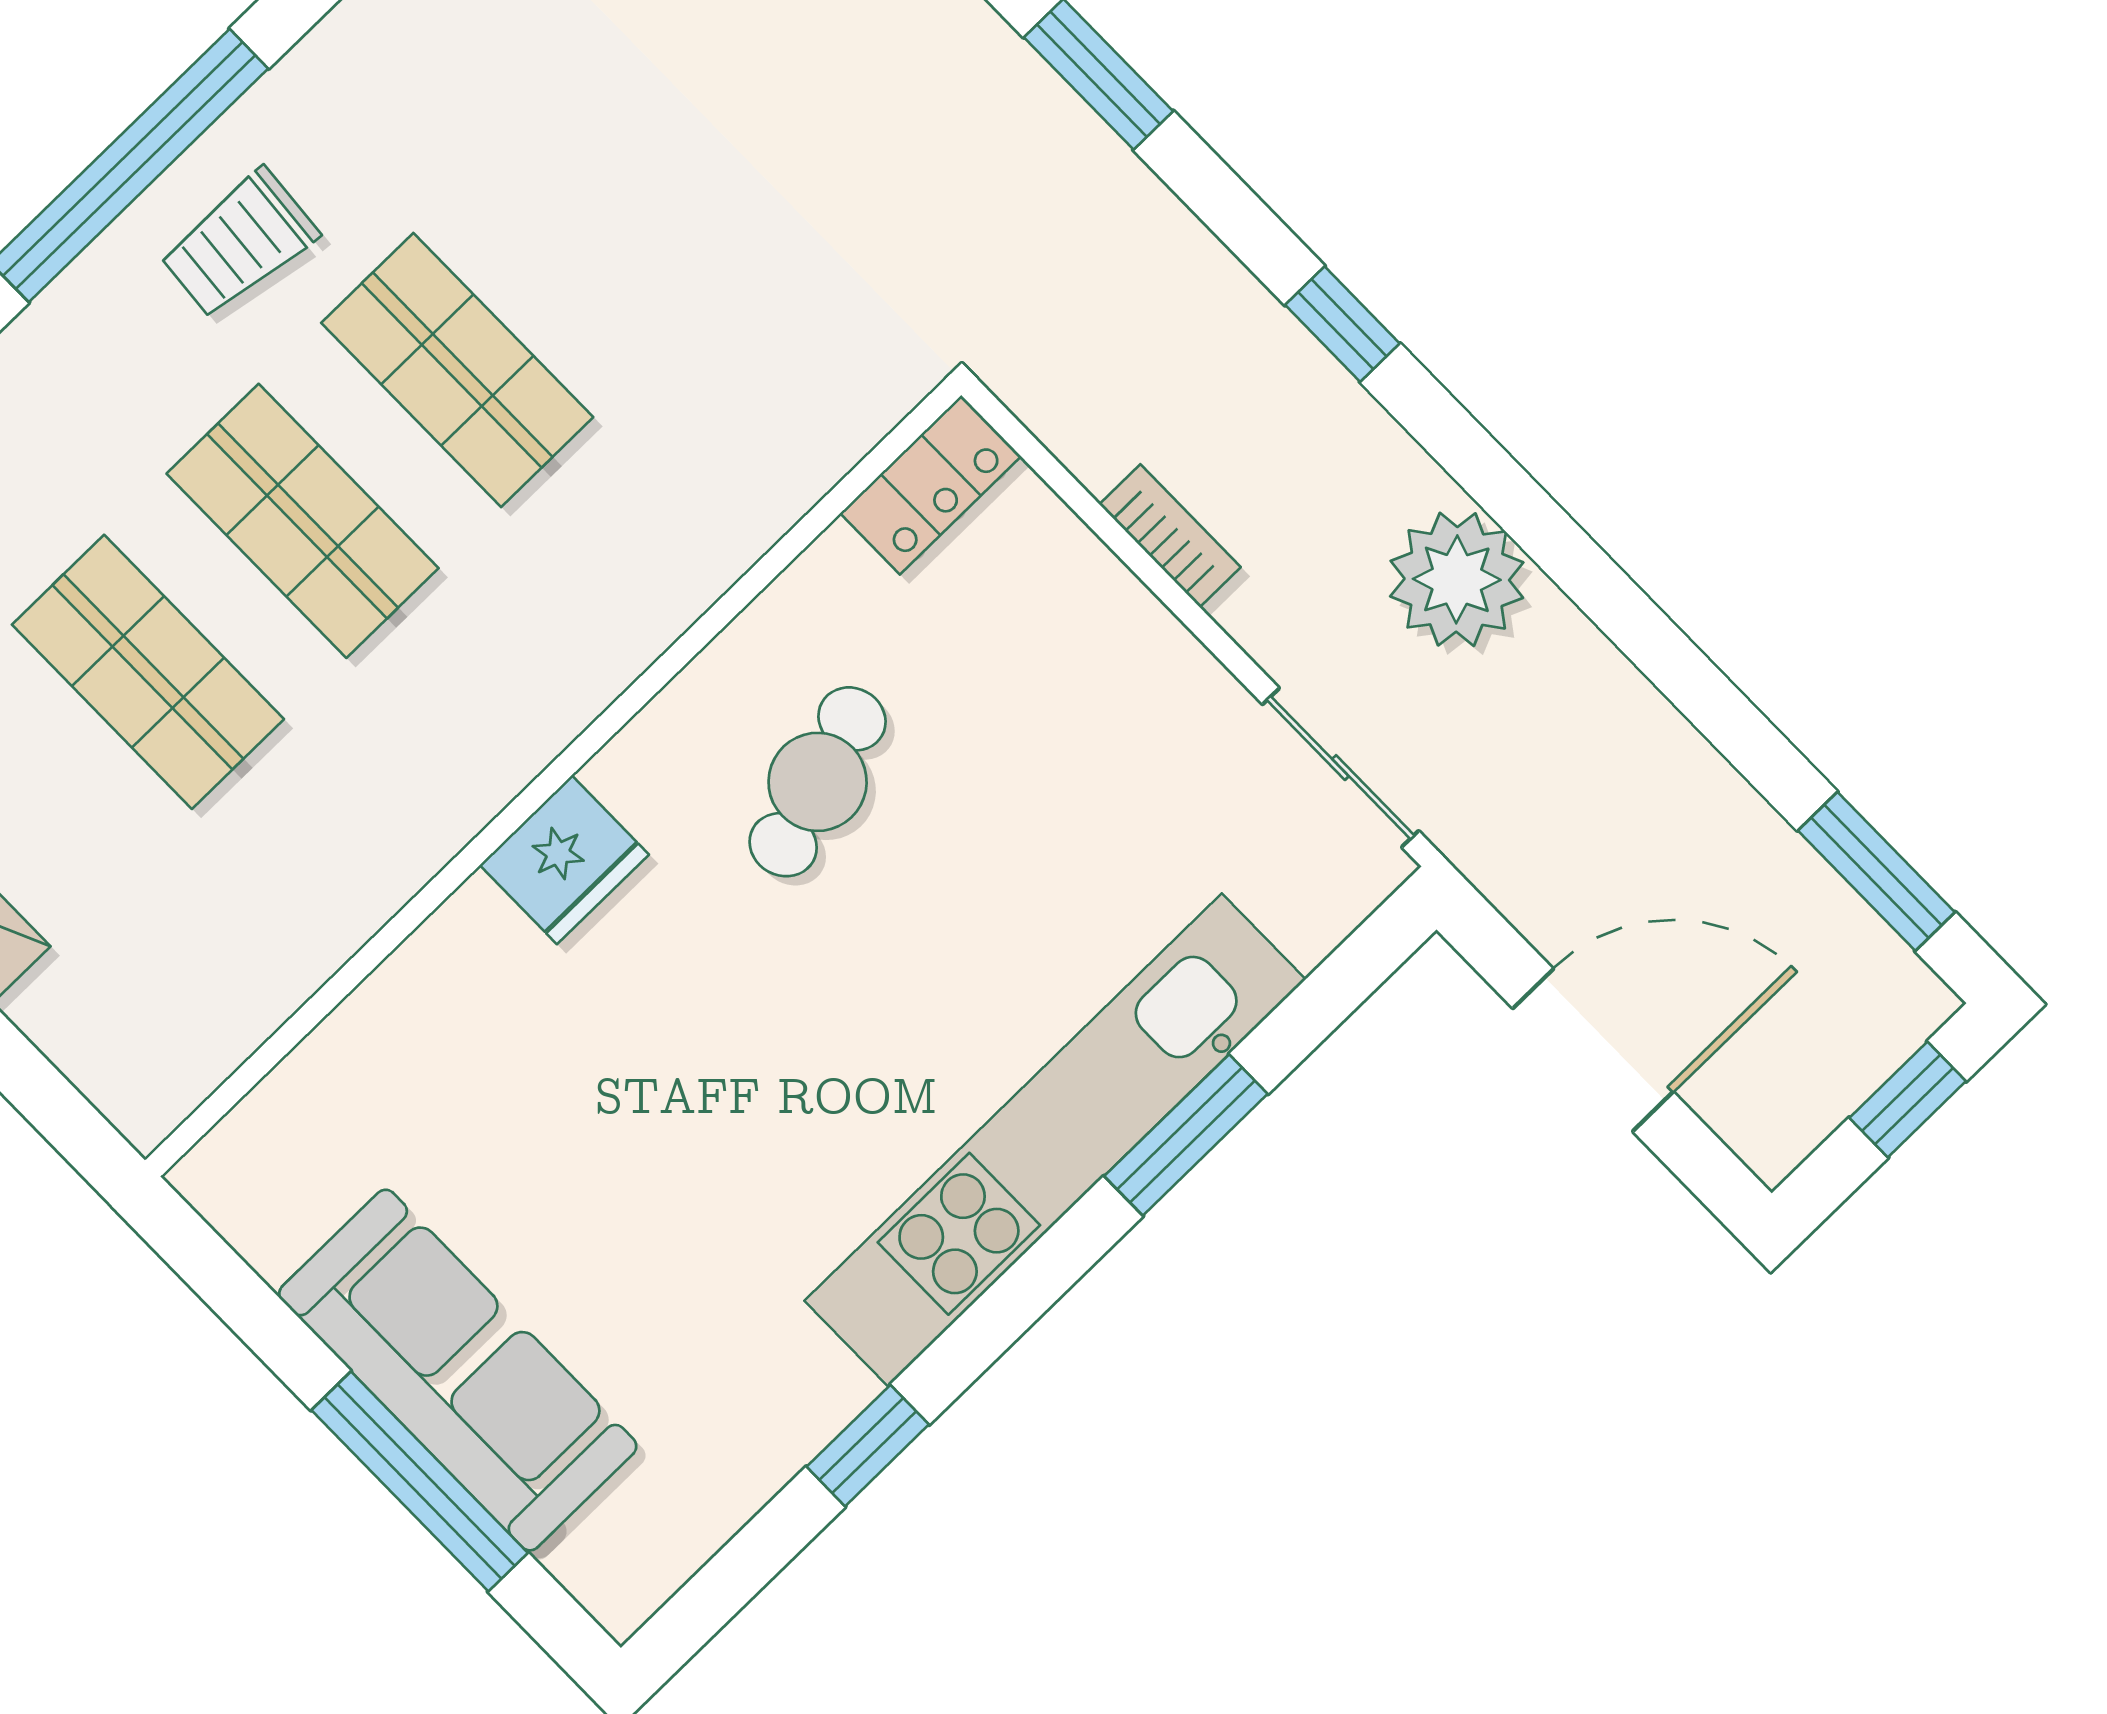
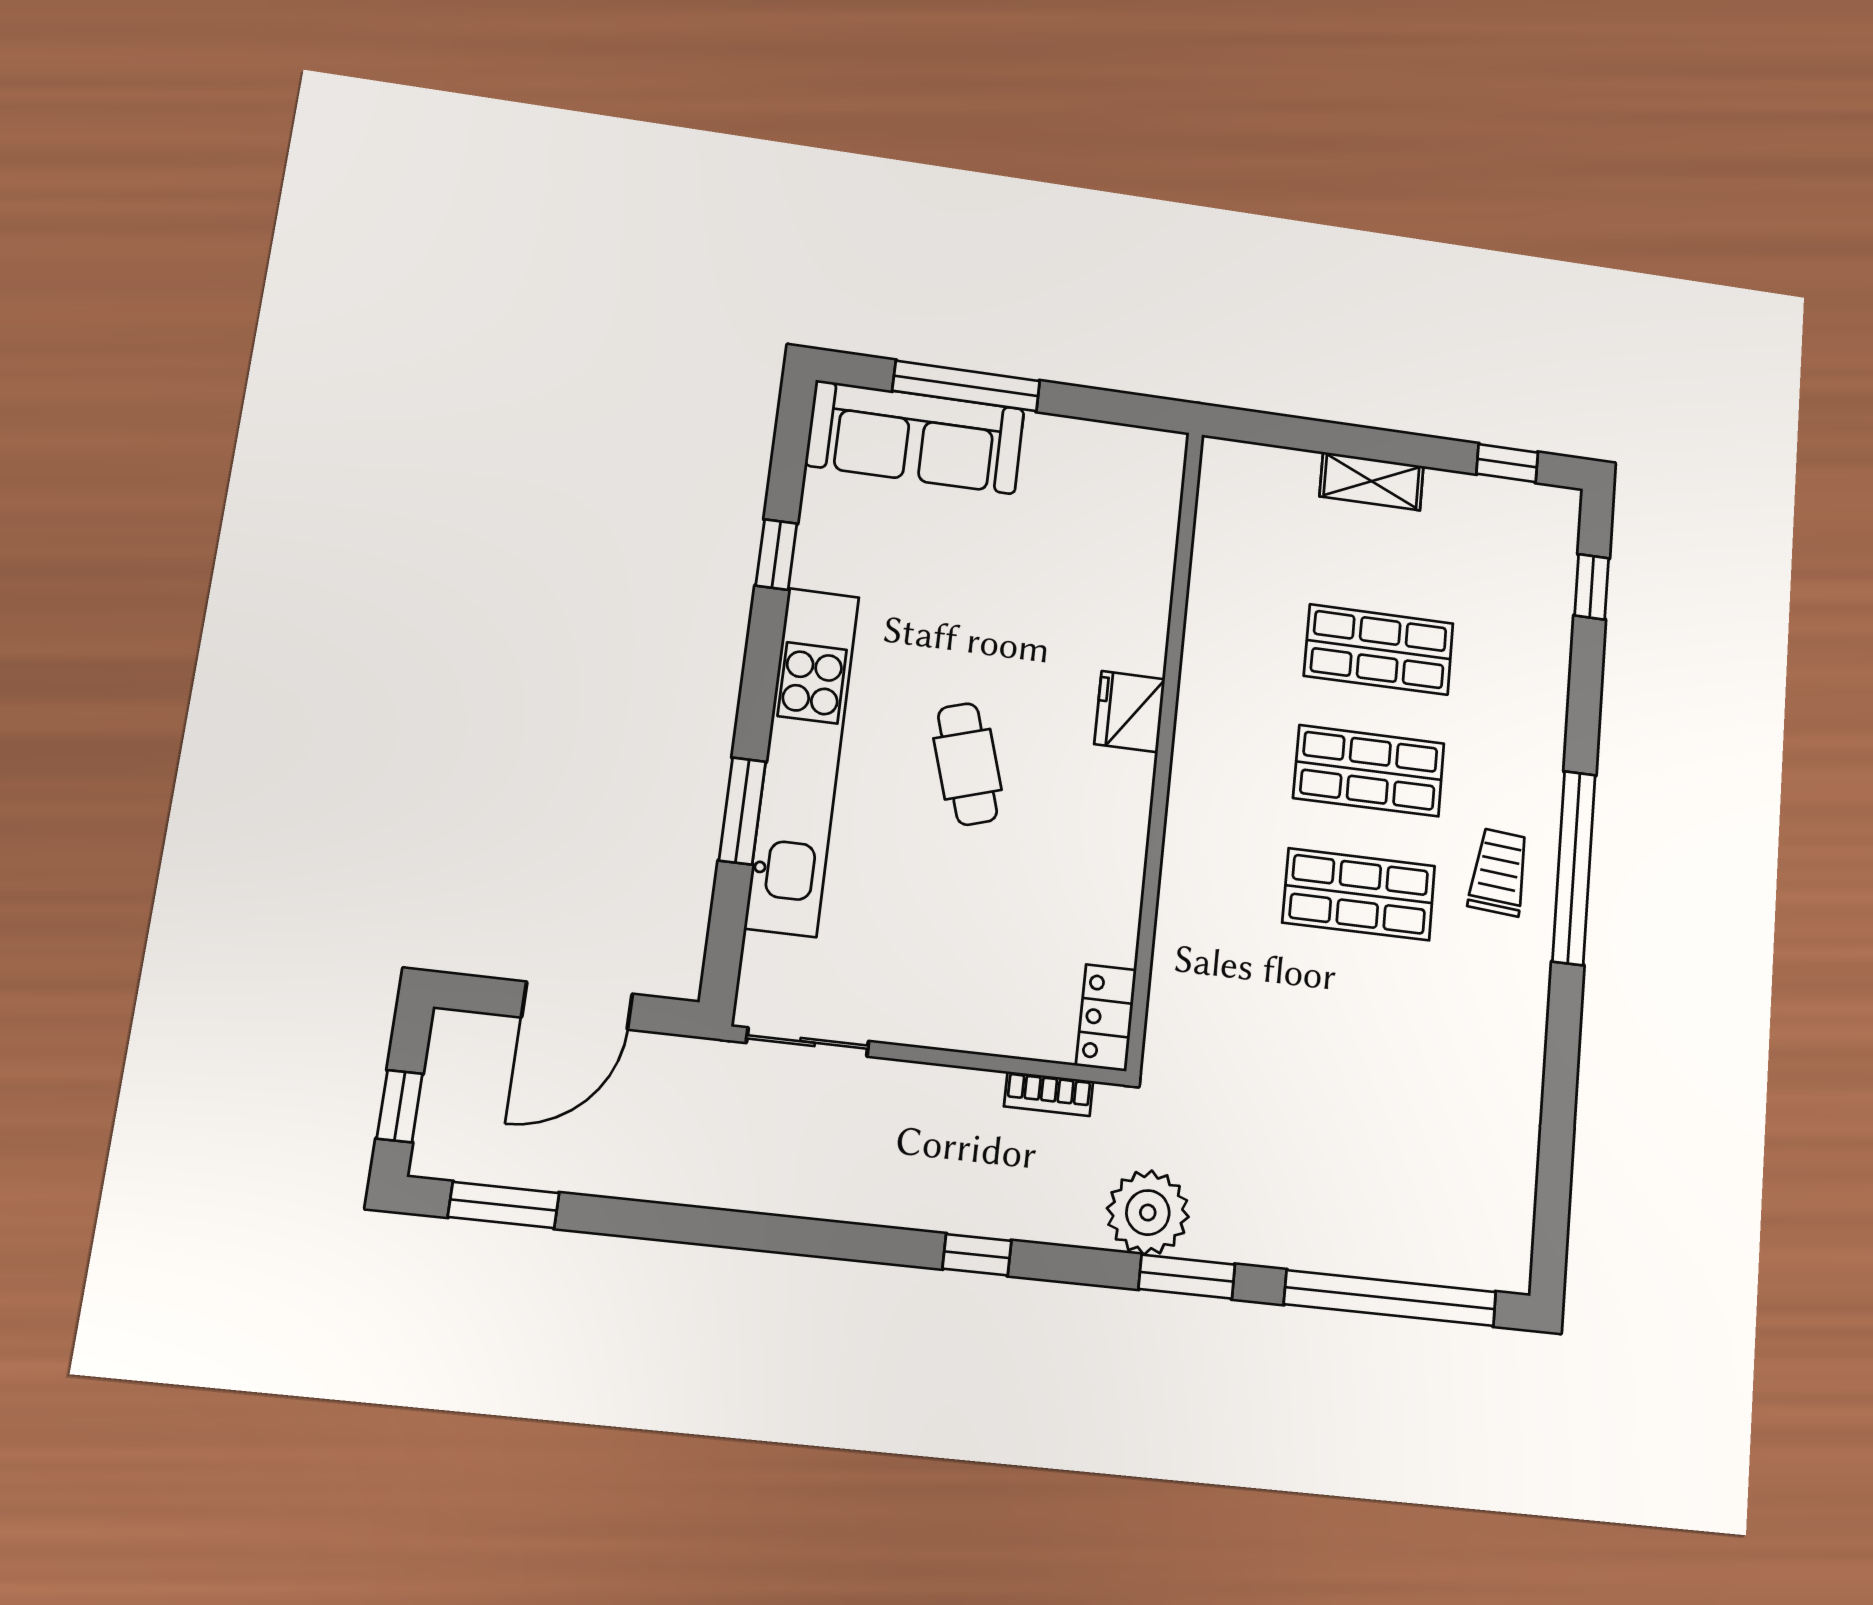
bookcase: (1170, 536) -> (1049, 1094), moved
plant: (1457, 579) -> (1148, 1213), moved
cafe table: (818, 782) -> (967, 764), moved
sofa: (458, 1370) -> (915, 437), moved

